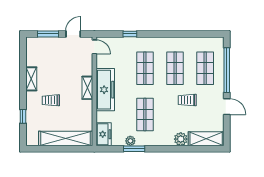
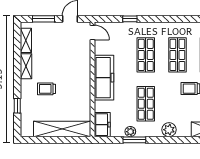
shelving: (87, 88) -> (26, 40), moved
plant: (181, 139) -> (169, 130), moved

